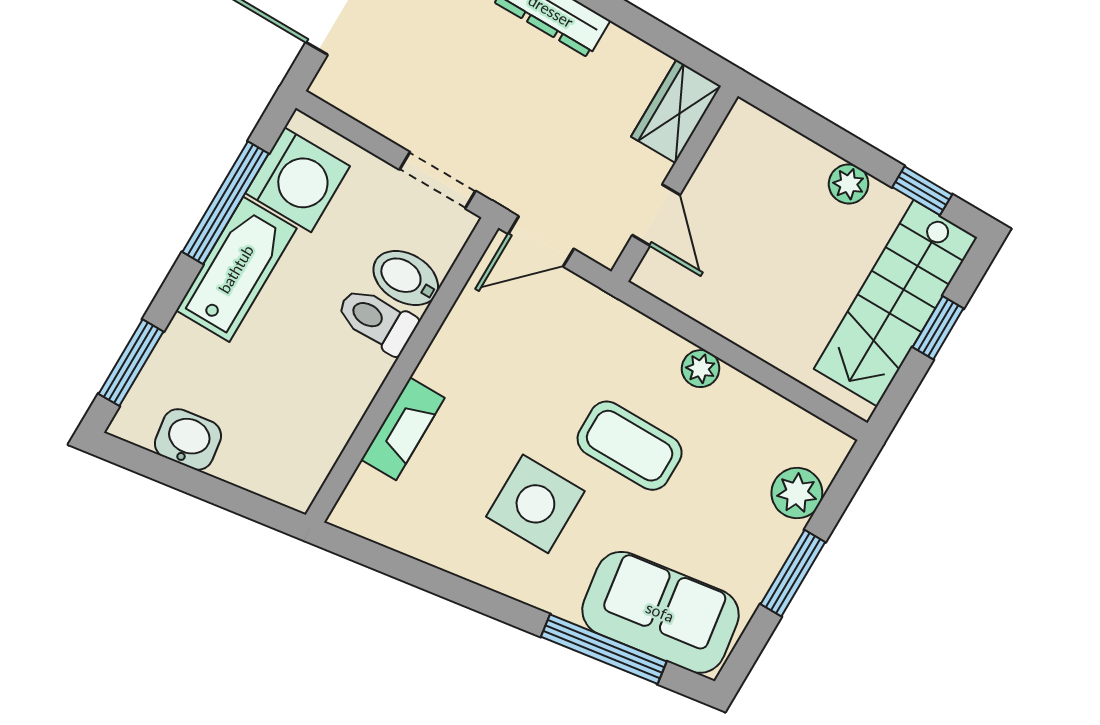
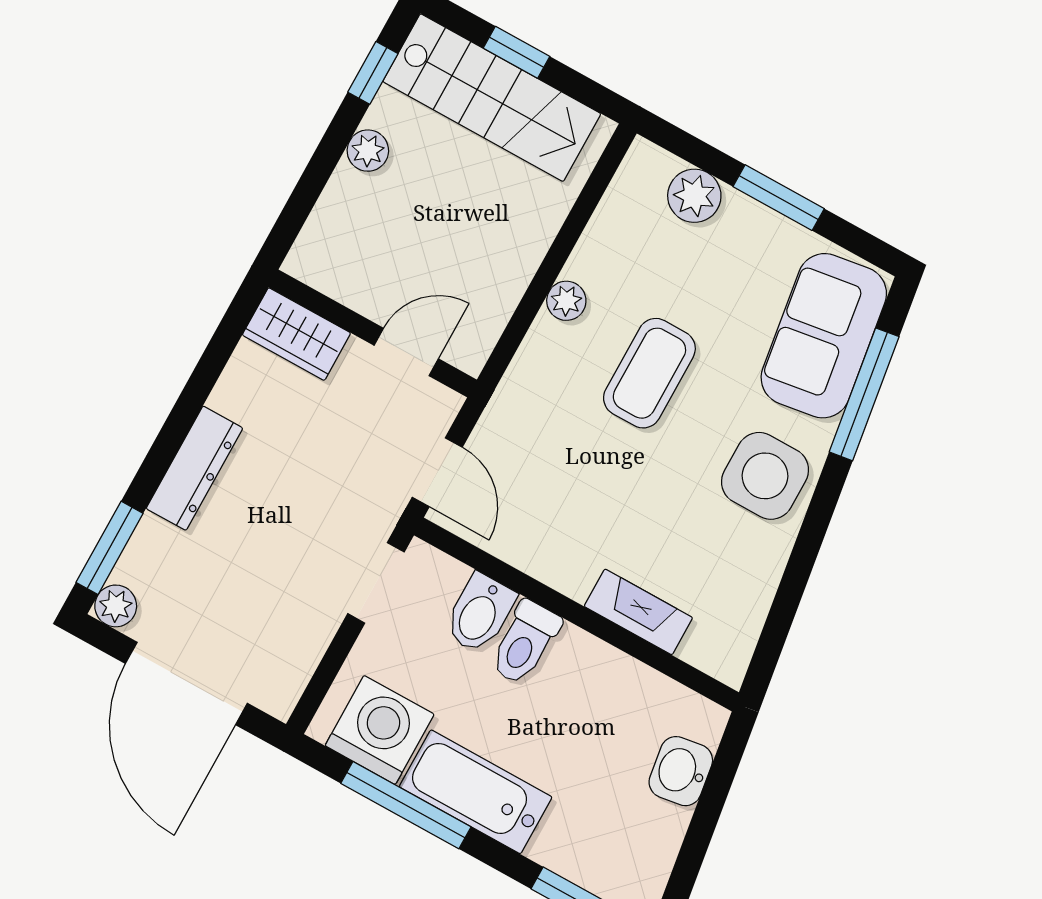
washbasin: (188, 439) -> (681, 771), moved
side table: (535, 504) -> (765, 476), moved

